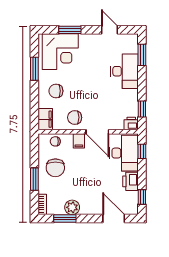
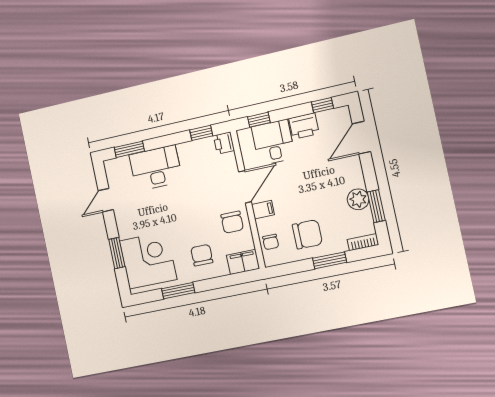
chair: (56, 91) -> (202, 255), turned 180
desk: (124, 153) -> (273, 142), width x0.73

